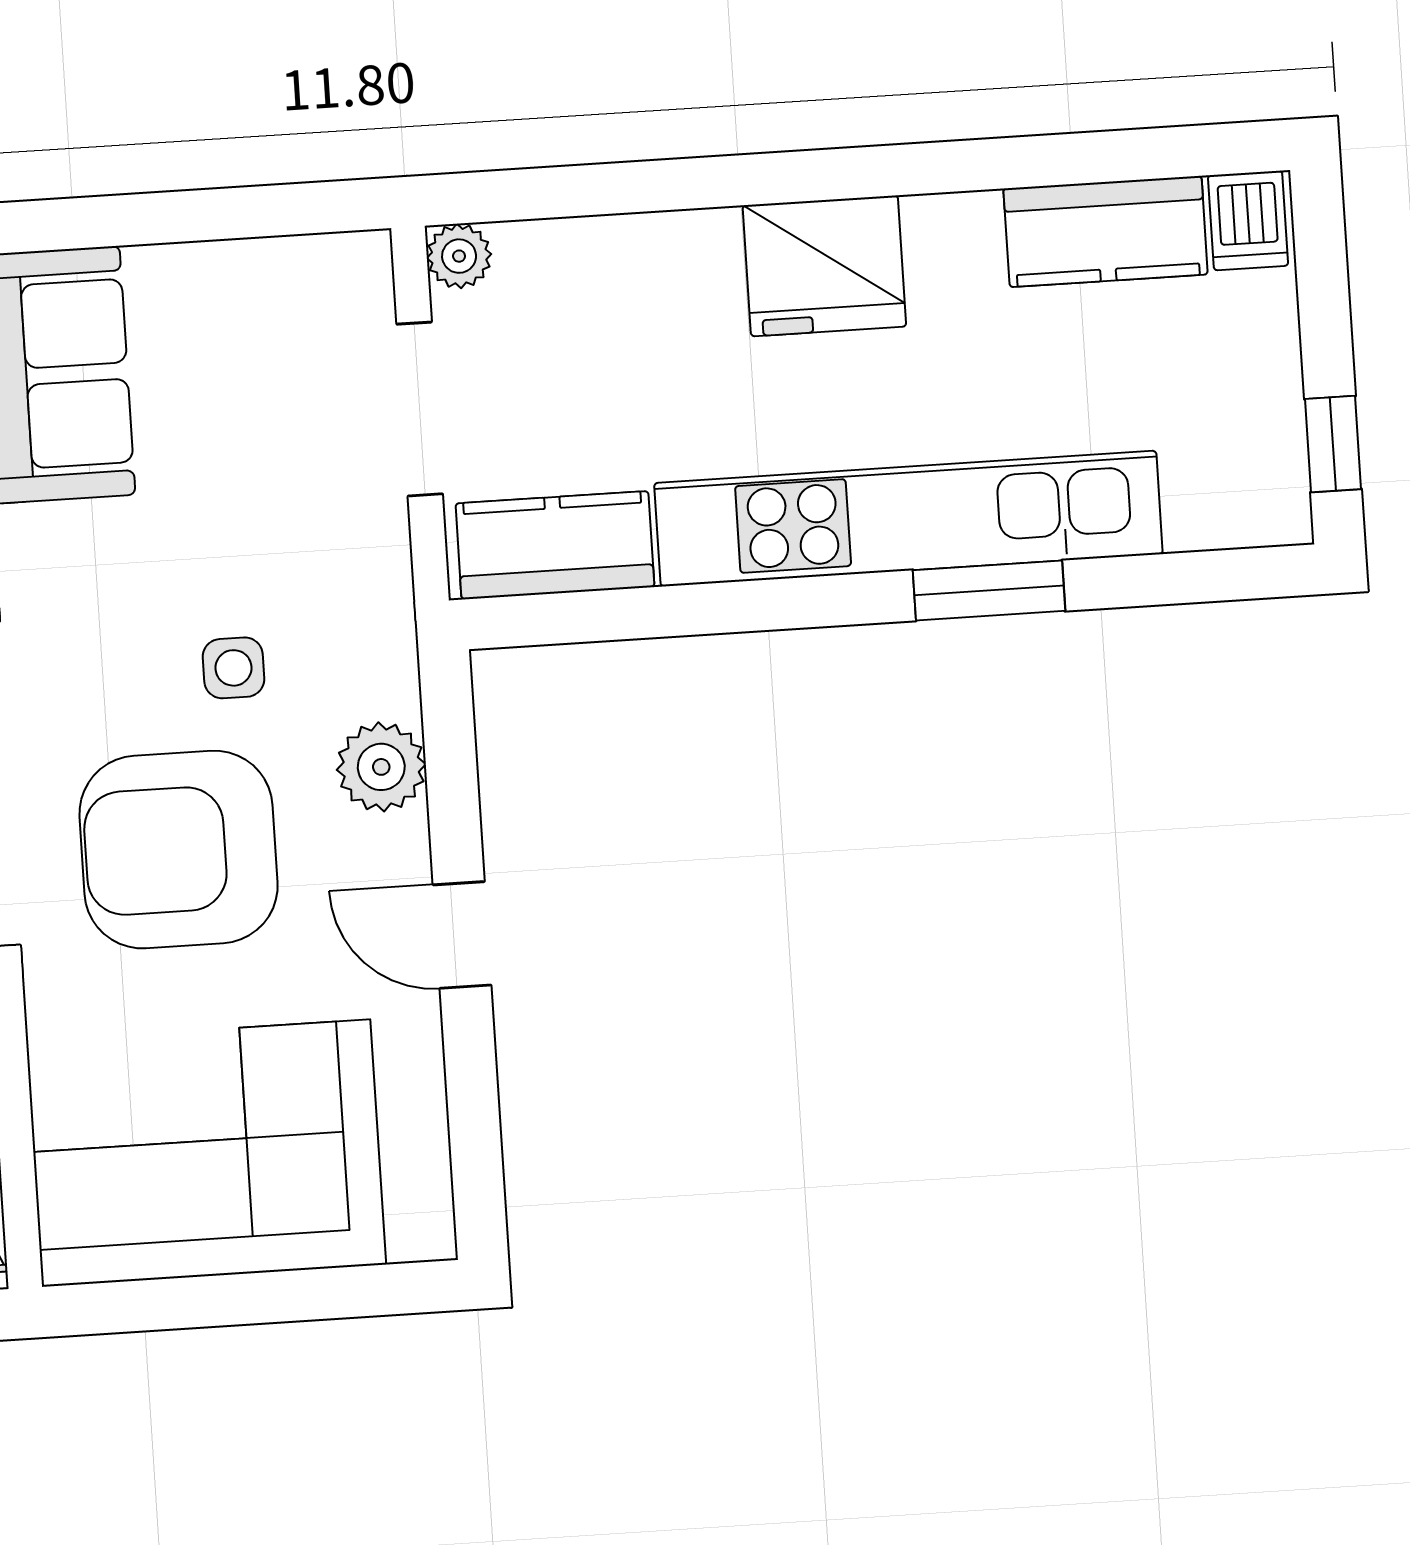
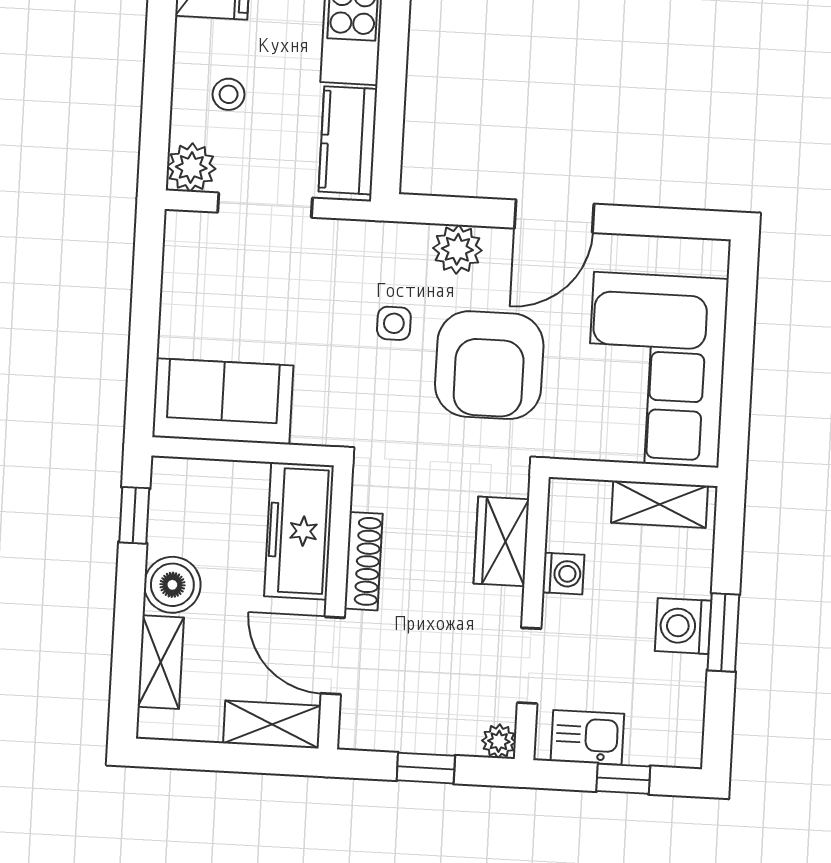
plant: (459, 256) -> (191, 167), width x1.38, depth x1.38
stool: (612, 319) -> (229, 94), added
door: (462, 935) -> (554, 216), width x1.38

